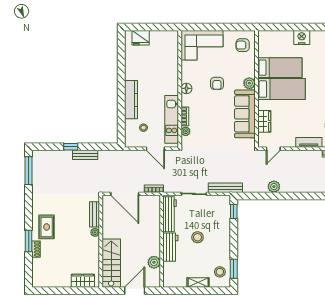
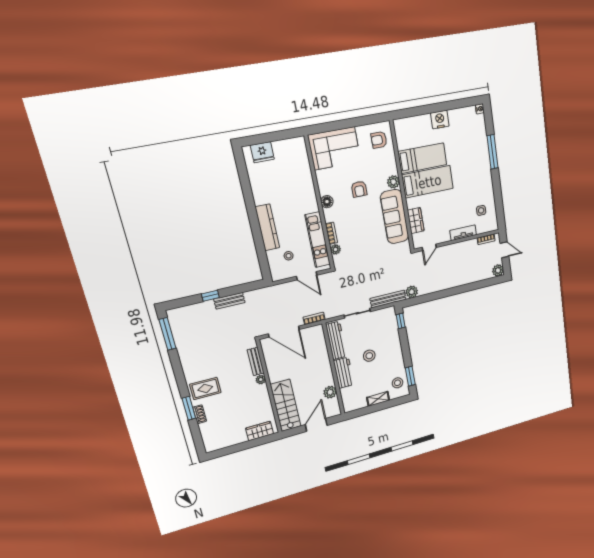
plant: (274, 187) -> (412, 292), moved
rug: (47, 227) -> (205, 388), turned 90

